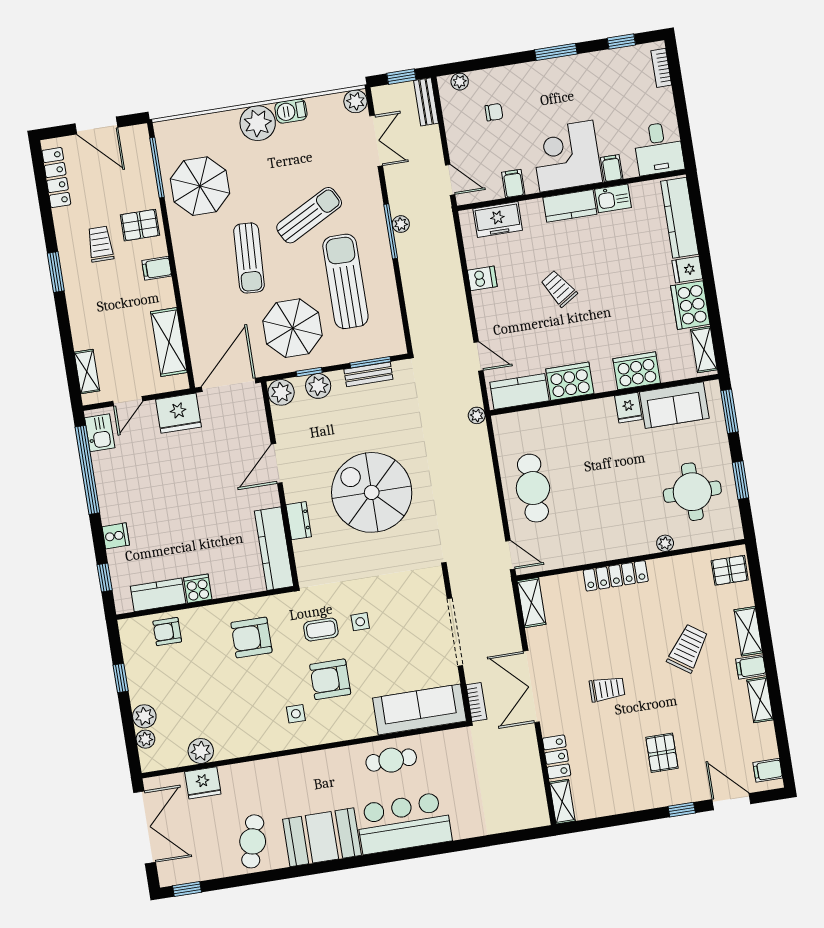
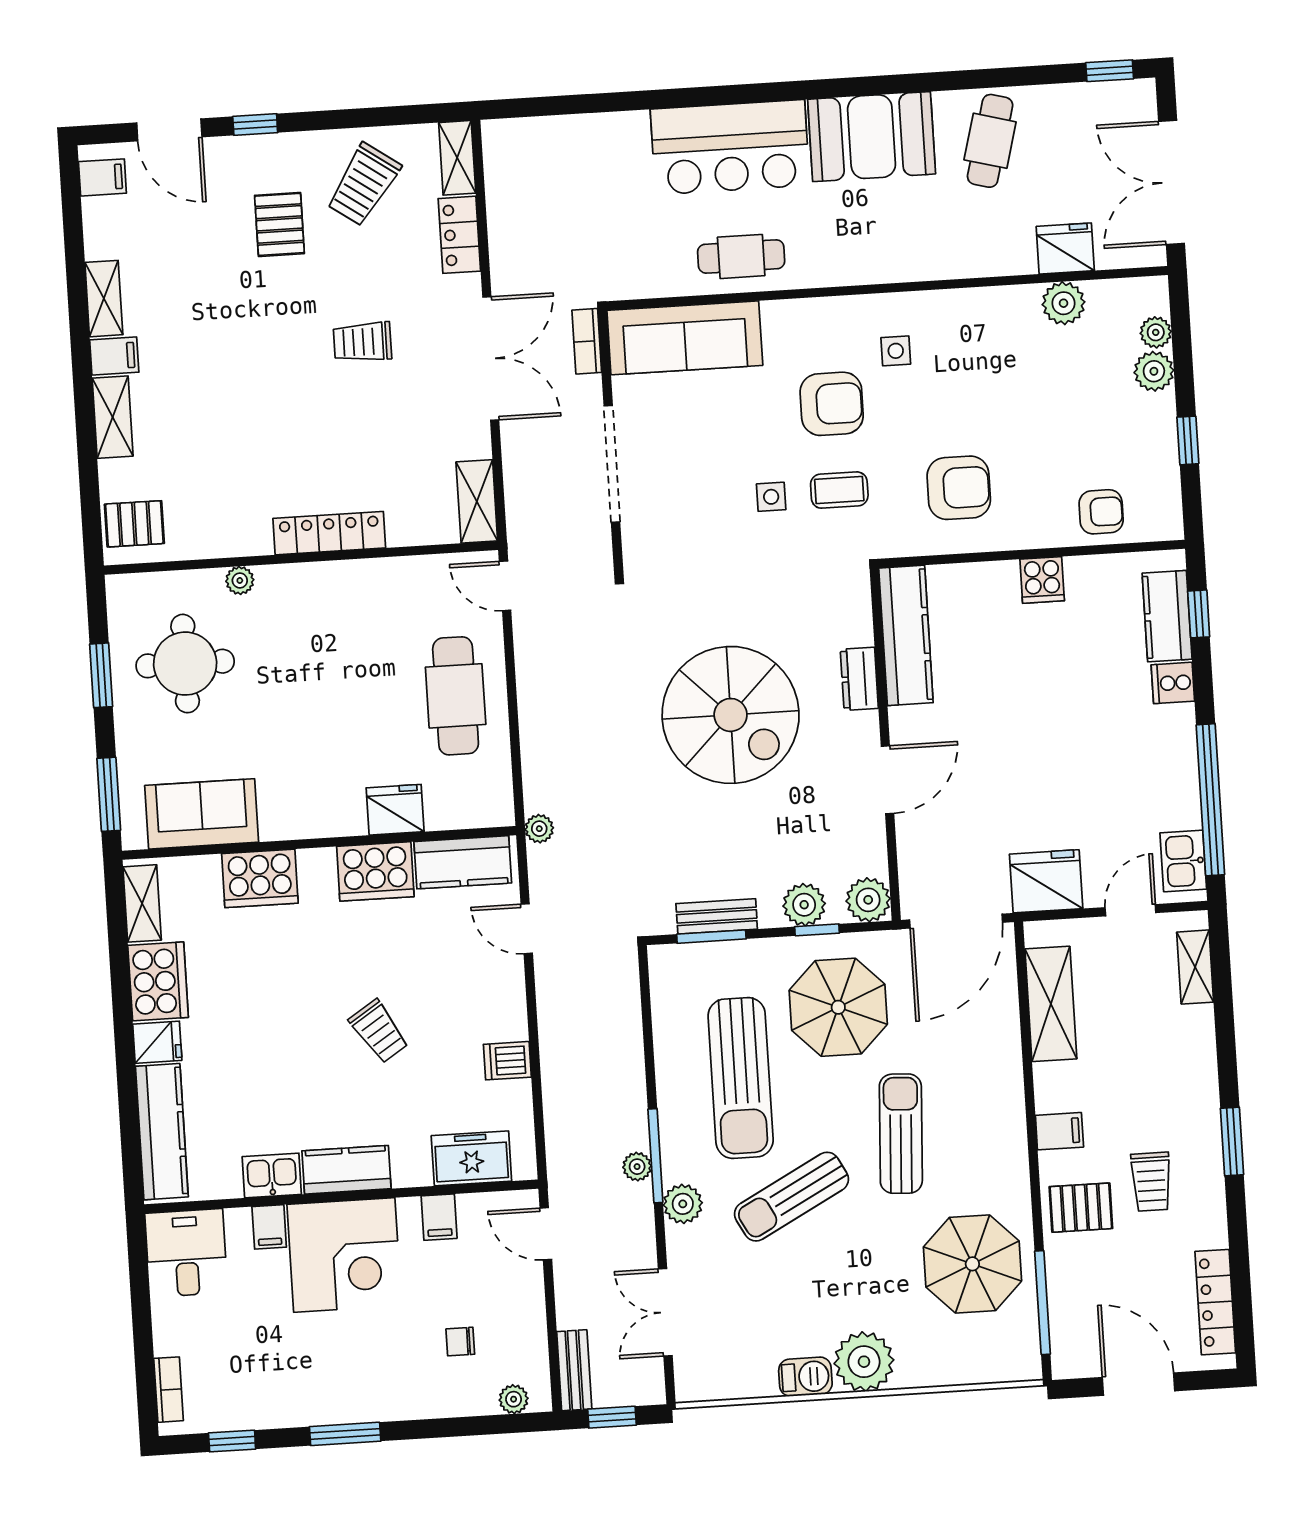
plant: (355, 101) -> (683, 1204), moved
fridge: (628, 408) -> (395, 810), moved, width x1.38
kitchen counter: (158, 595) -> (1167, 616), moved, turned 90
trolley: (688, 649) -> (364, 185), moved

